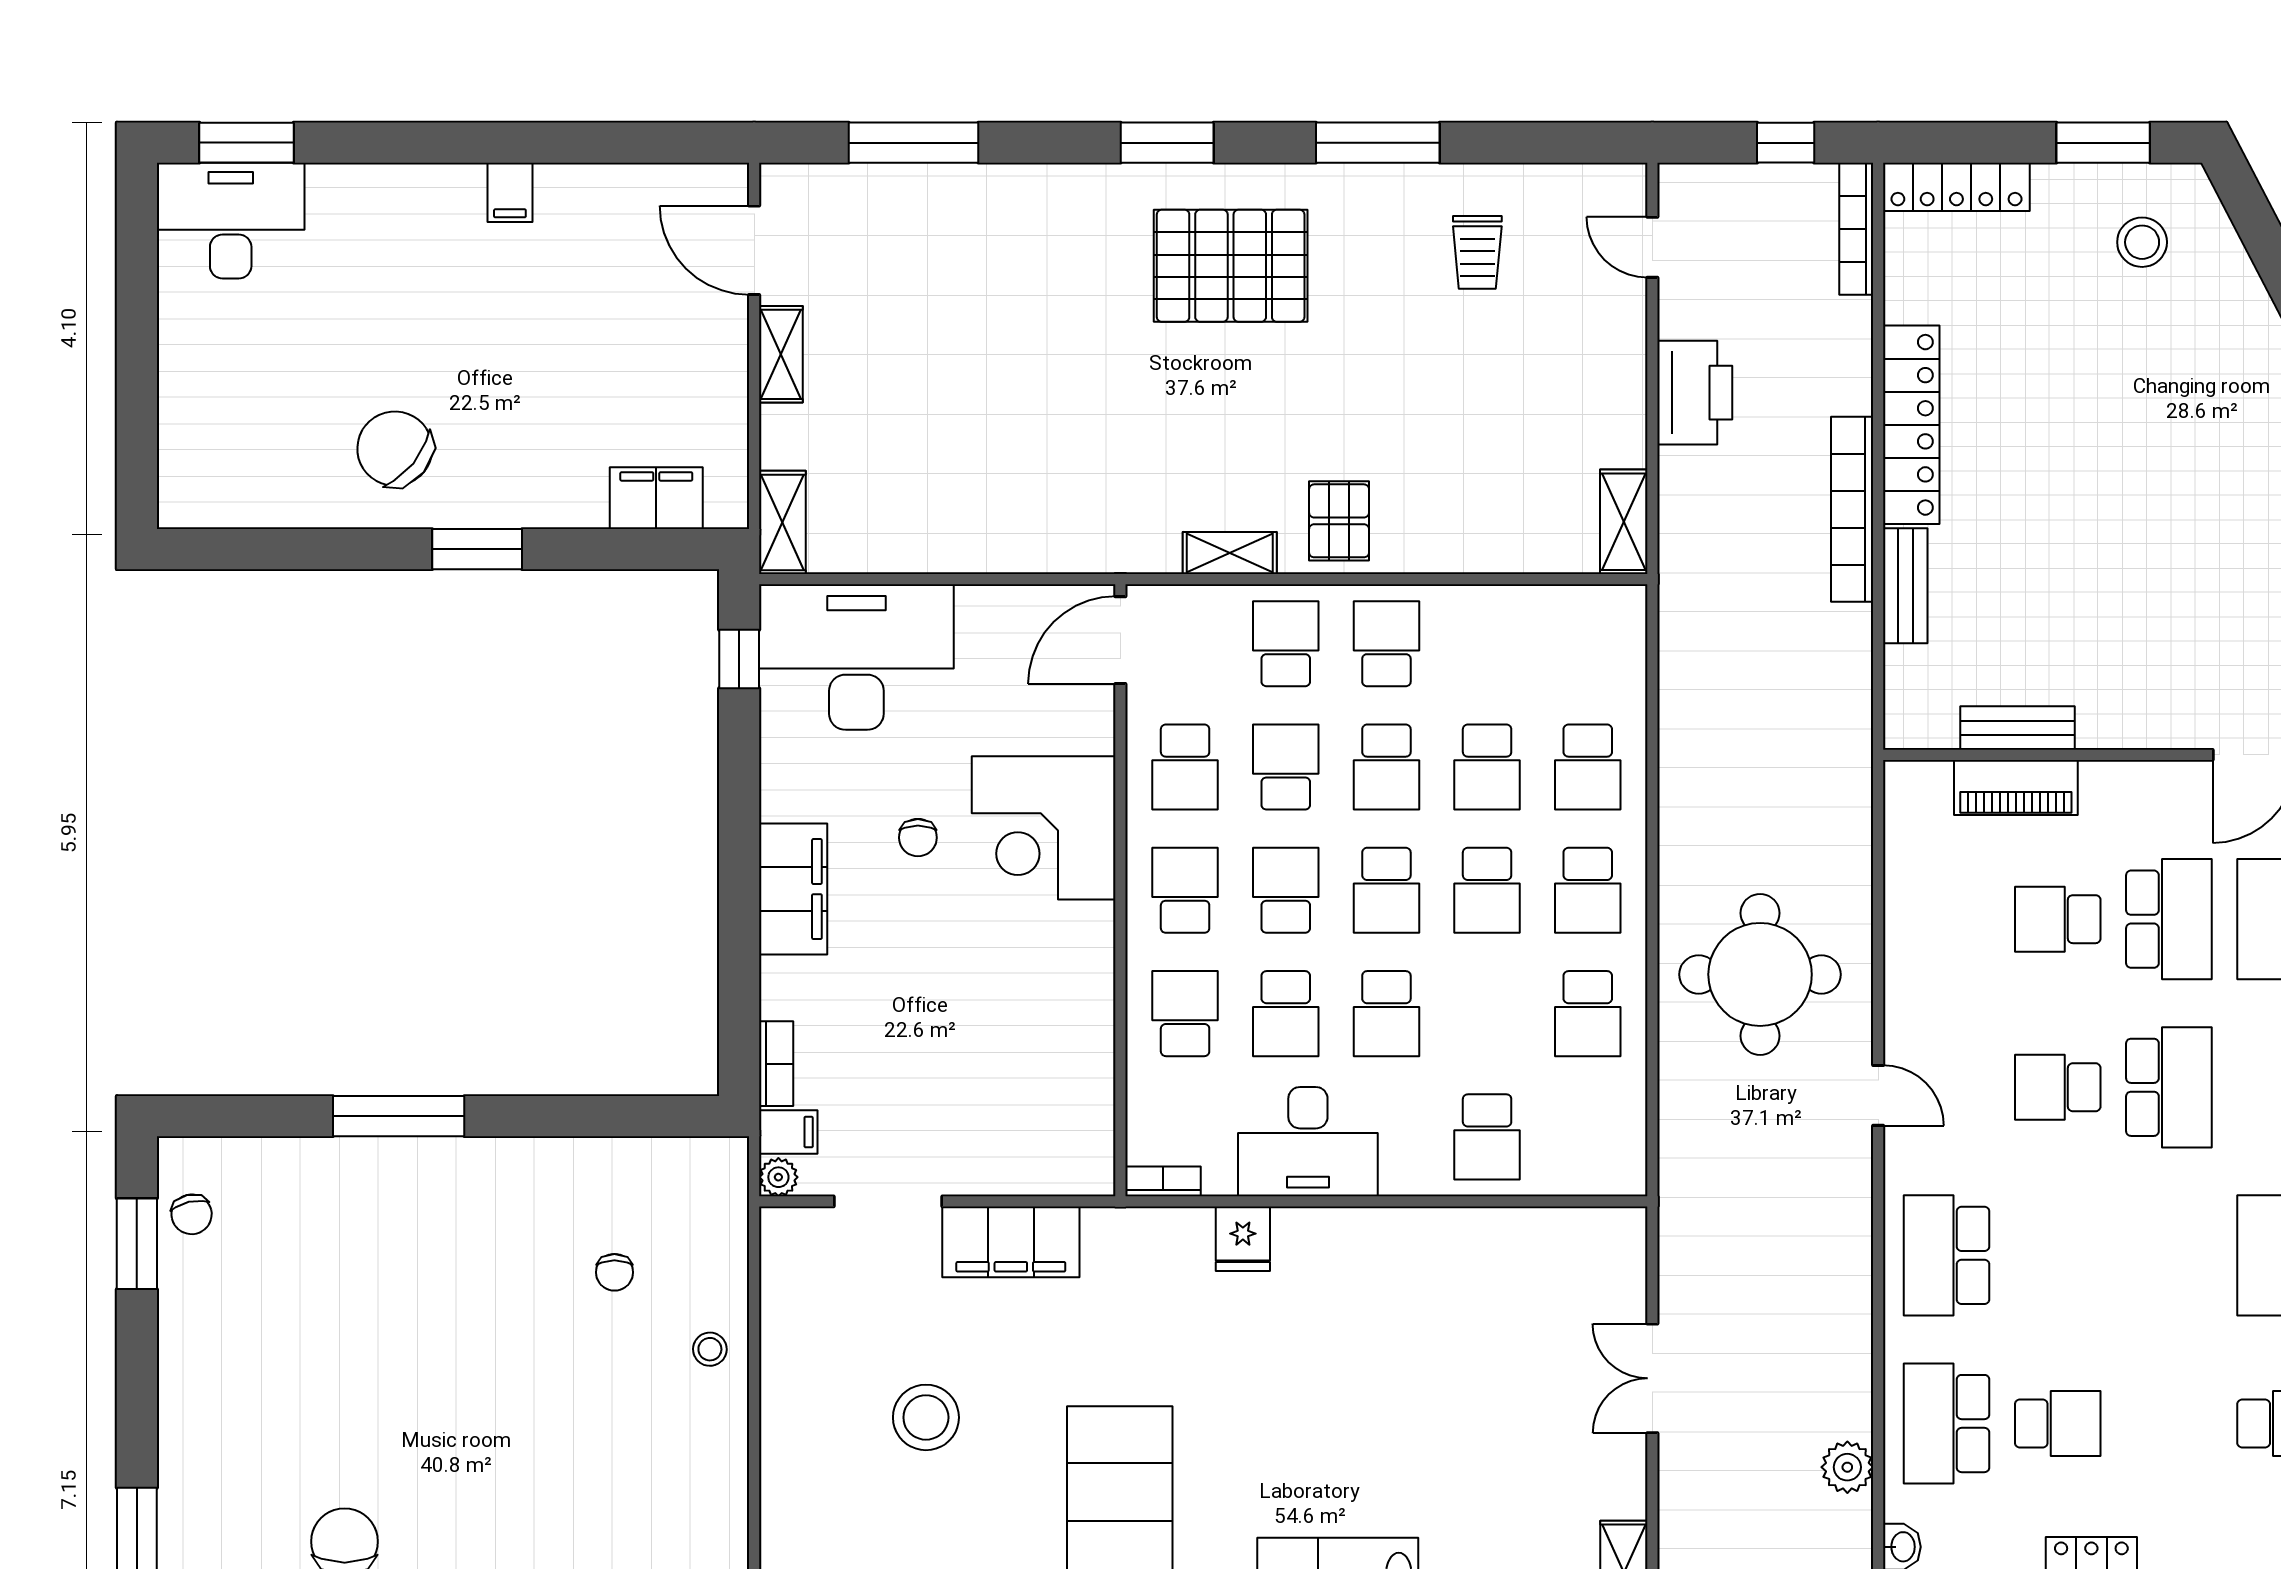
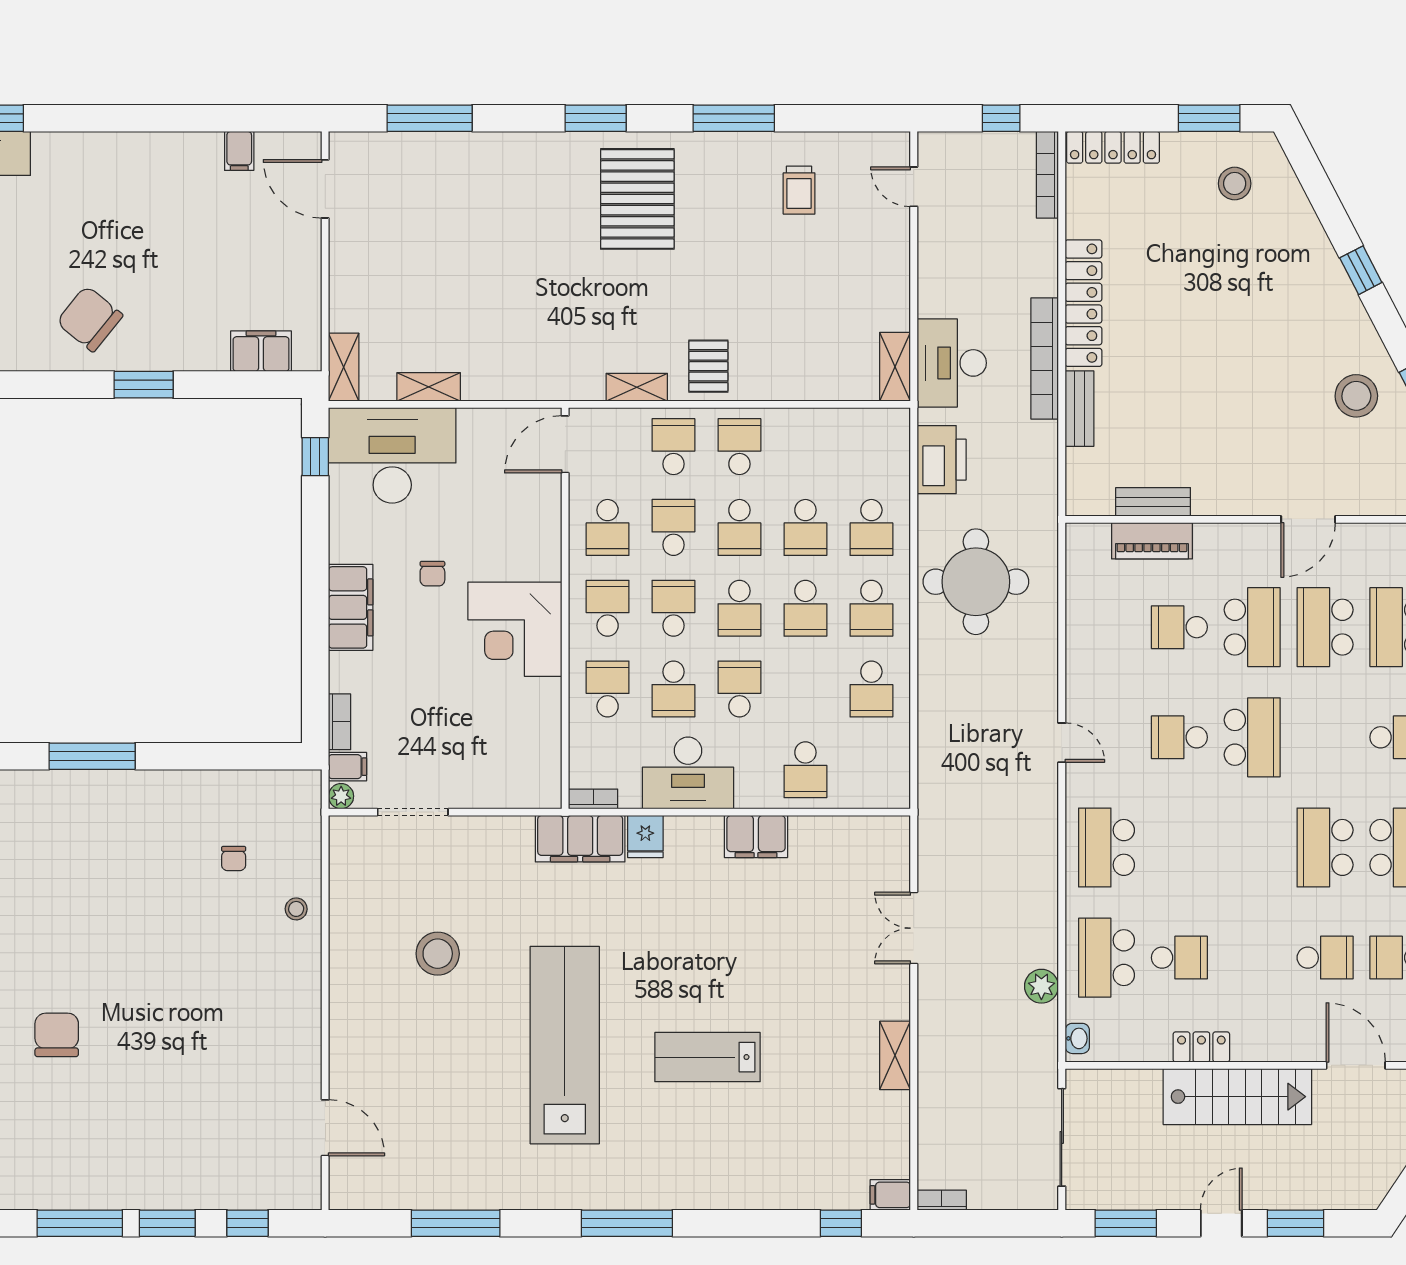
filing cabinet: (510, 192) -> (239, 151), moved
pallet: (1231, 266) -> (637, 199), turned 90
shelving: (781, 354) -> (429, 387), moved, turned 90
printer: (1695, 393) -> (942, 460), moved
desk: (1710, 516) -> (952, 363), added
corner desk: (1044, 828) -> (515, 629), moved
round table: (1760, 974) -> (976, 582), moved
school desk: (1386, 1014) -> (739, 689), turned 180
filing cabinet: (1412, 1239) -> (756, 836), added
filing cabinet: (1011, 1242) -> (580, 839), moved

